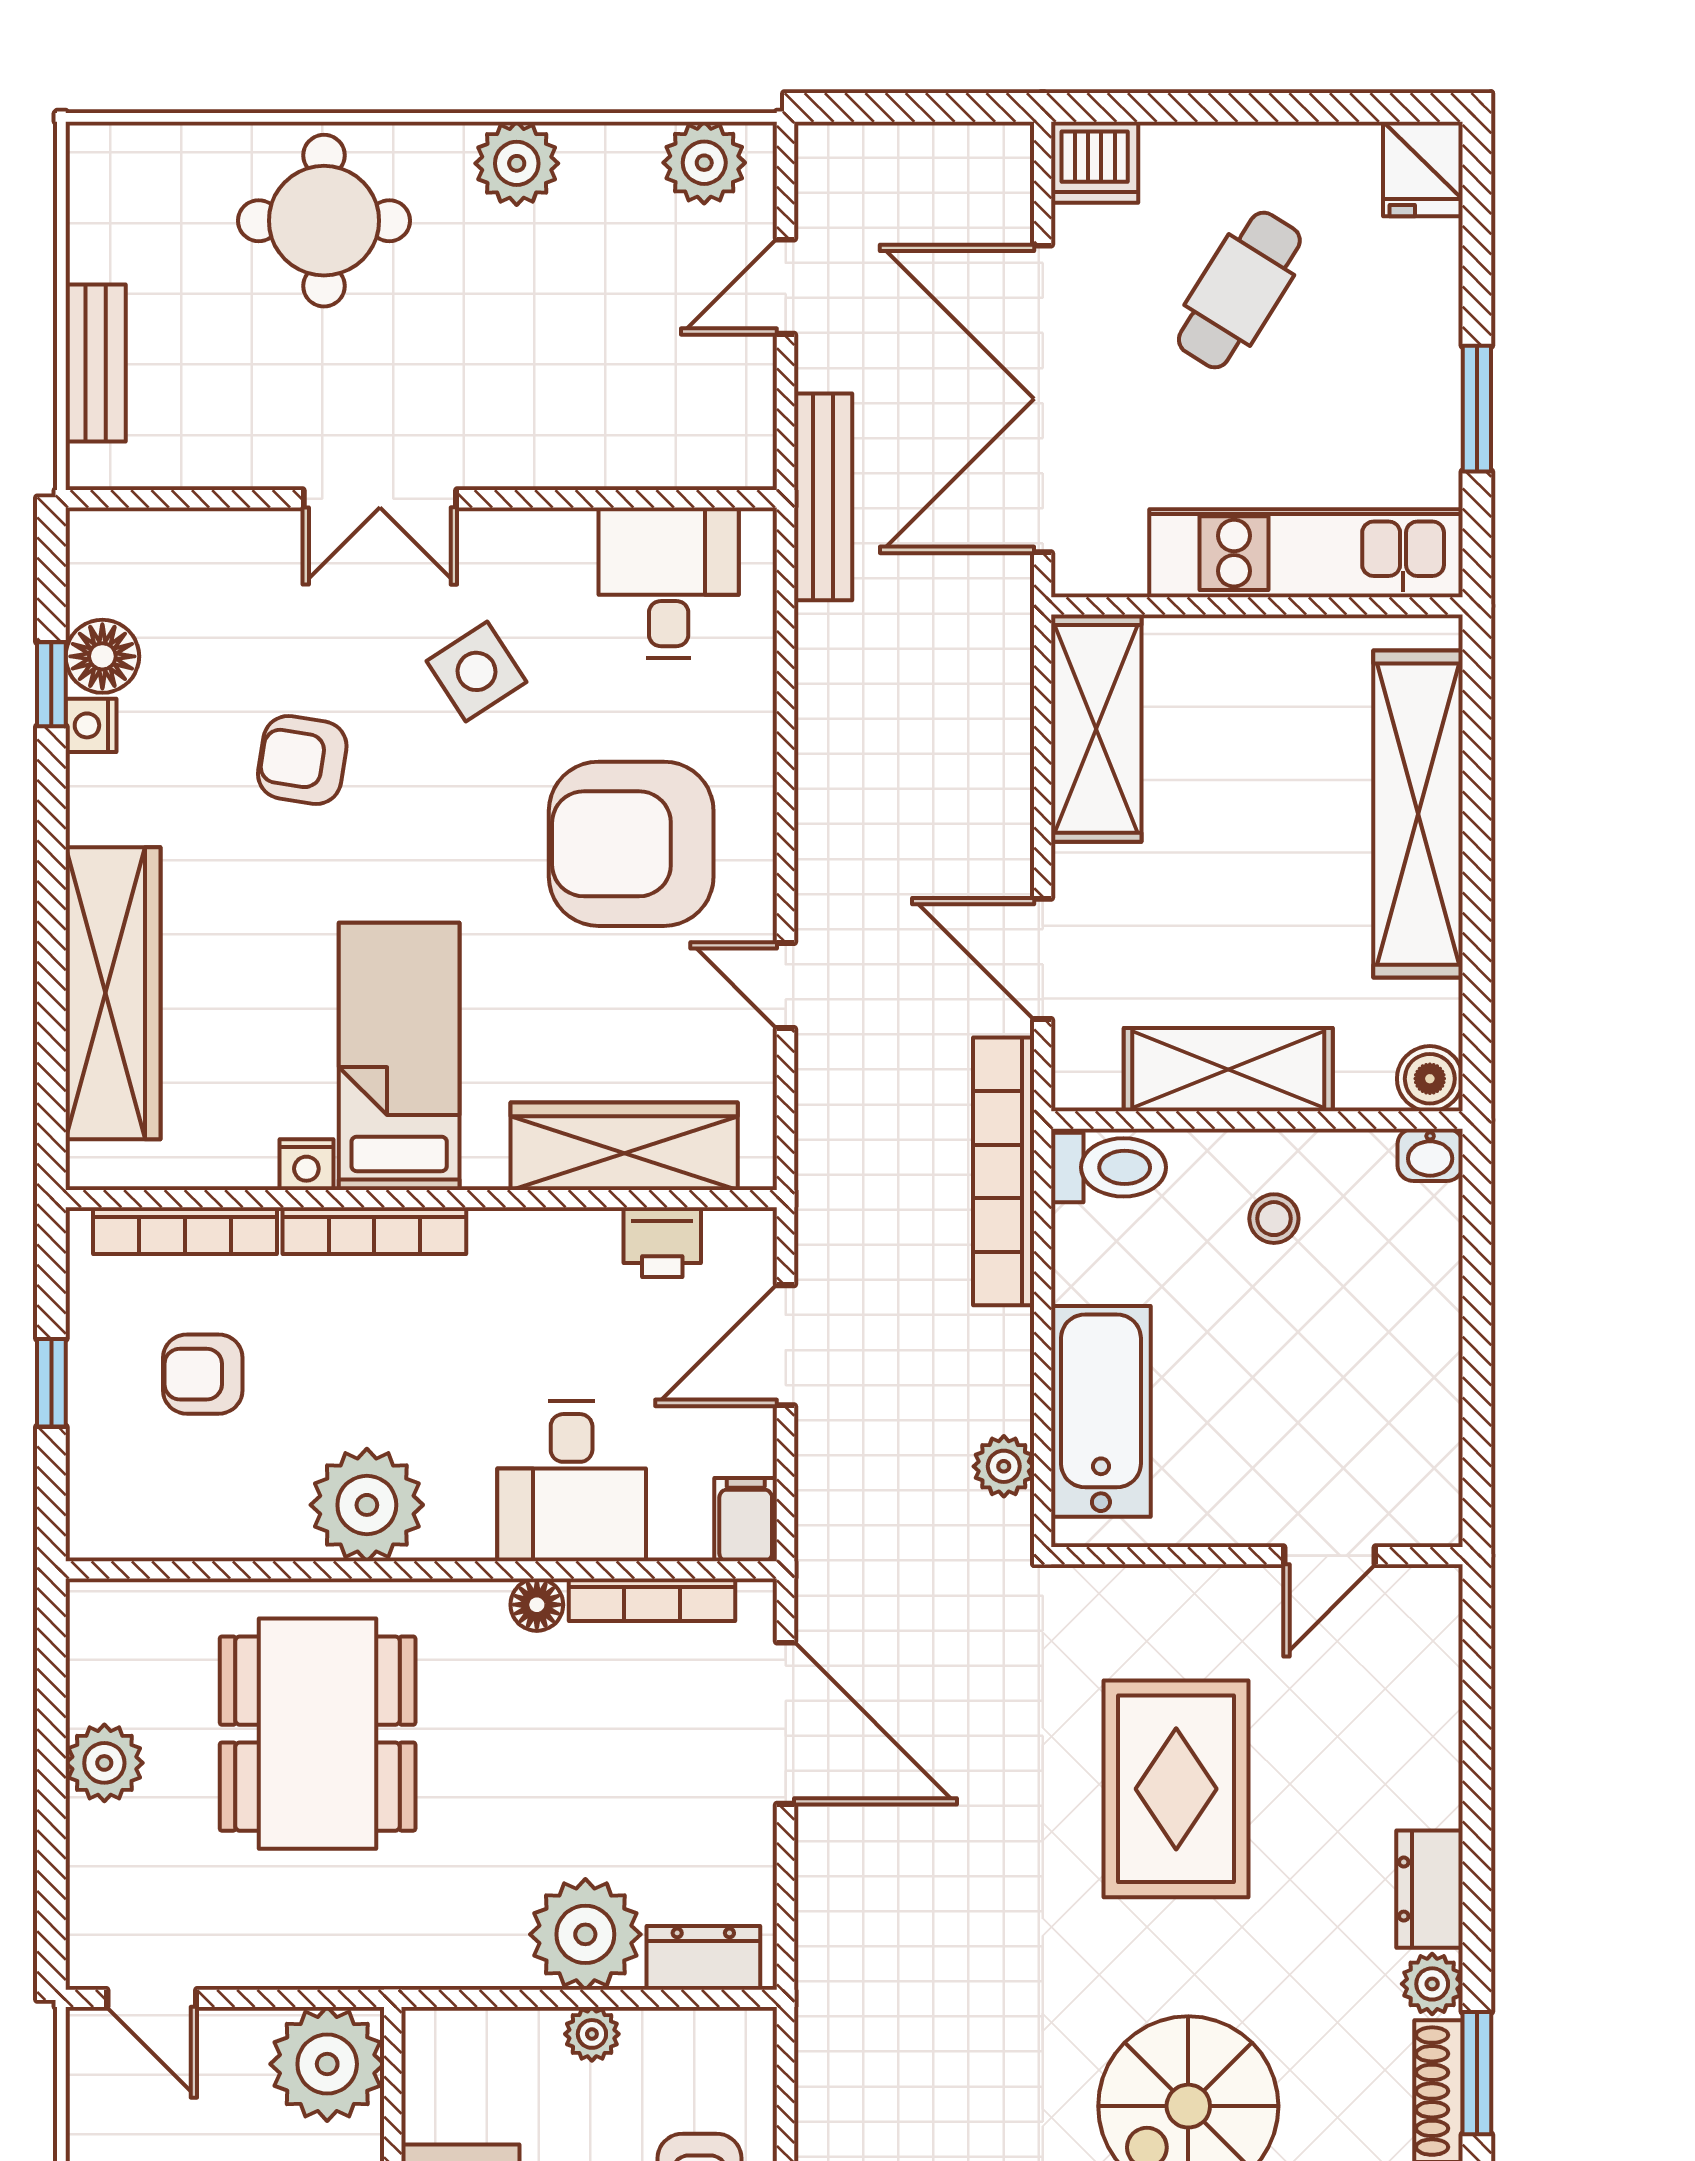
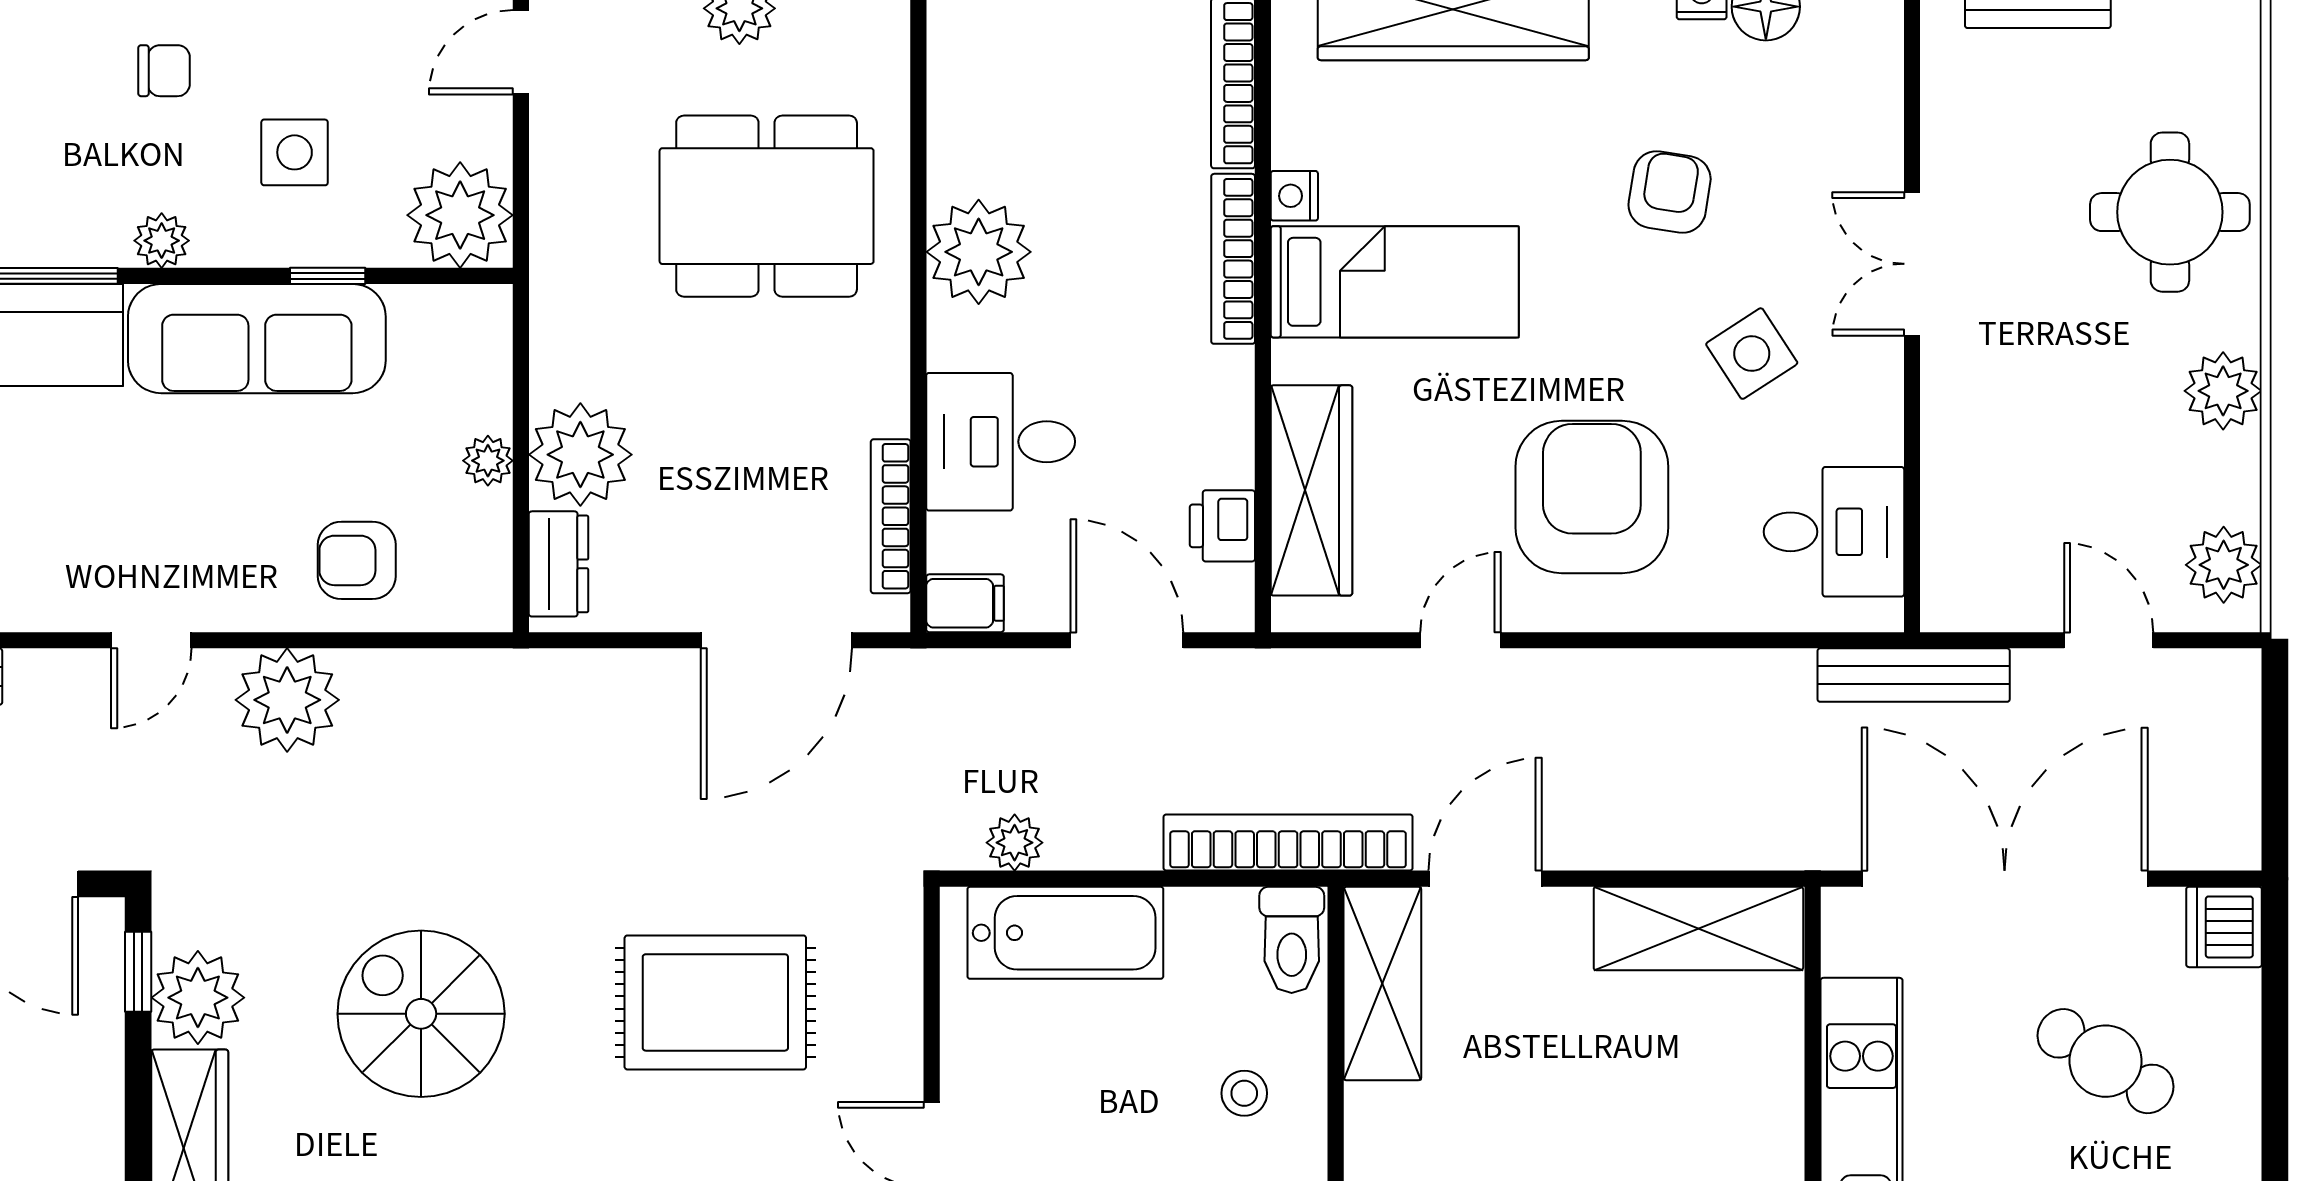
shelving: (1228, 1070) -> (1382, 983), moved
armchair: (203, 1374) -> (1100, 100), removed
floor lamp: (537, 1605) -> (886, 409), removed

